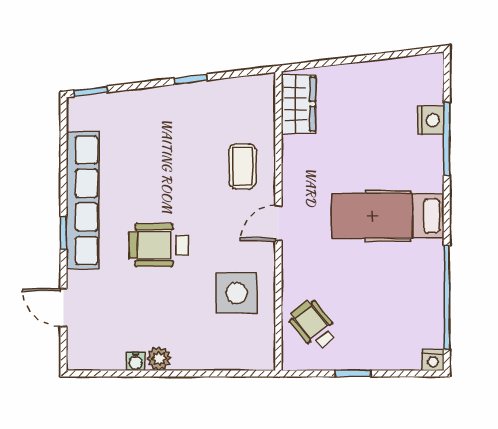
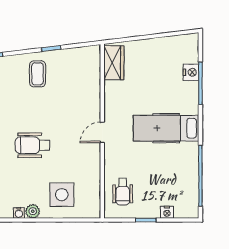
coffee table: (243, 166) -> (37, 74), moved
side table: (236, 293) -> (62, 195), moved
wheelchair: (313, 325) -> (123, 192), turned -141
nightstand: (433, 360) -> (167, 212), moved

